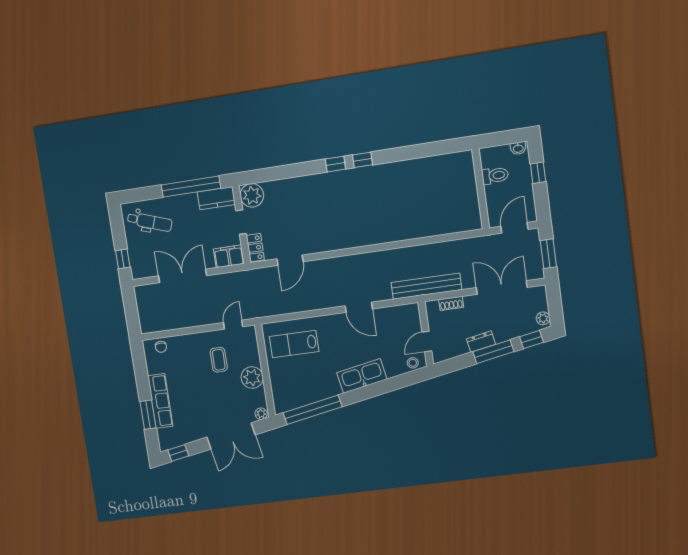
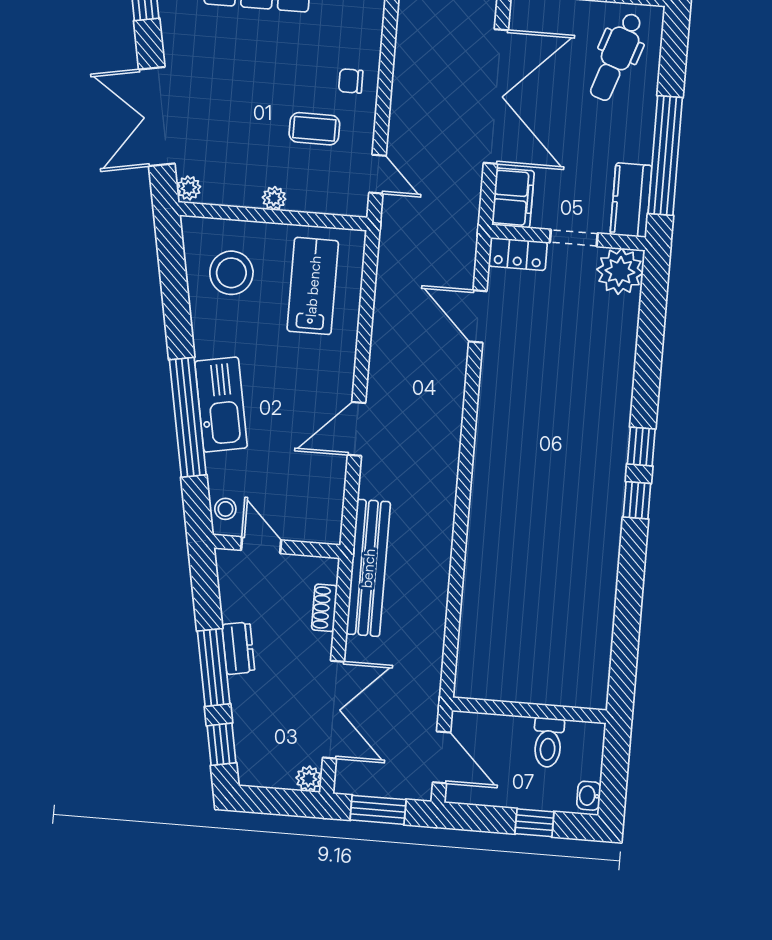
double door: (183, 276) -> (496, 96), width x1.36
plant: (543, 318) -> (309, 779), moved
chair: (161, 347) -> (351, 81), moved
plant: (252, 378) -> (274, 198), width x0.53, depth x0.53
stool: (297, 385) -> (231, 273), added
window: (312, 410) -> (188, 417), moved

